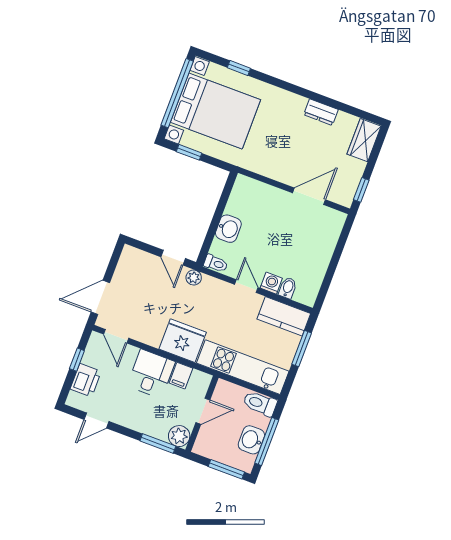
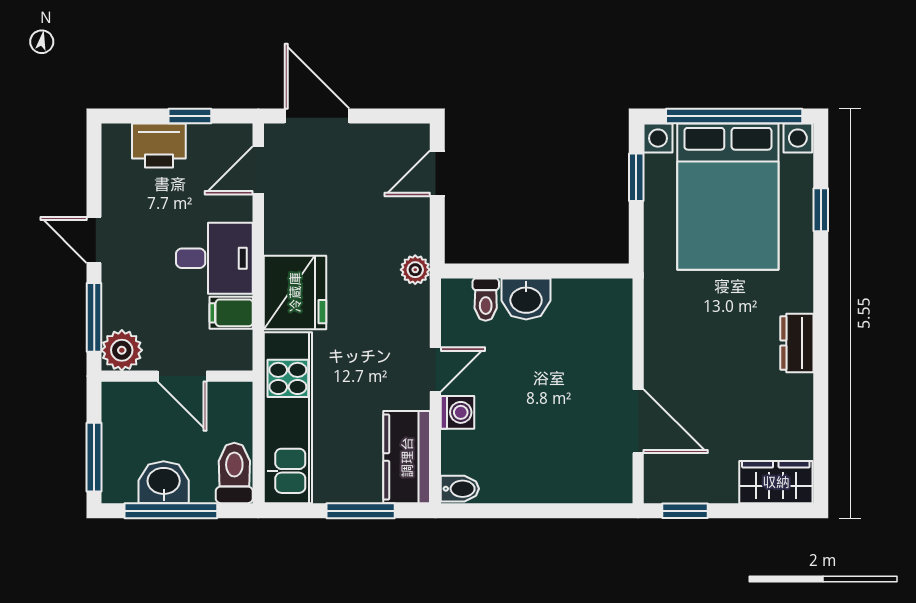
dresser: (321, 112) -> (797, 343), moved
door: (173, 258) -> (437, 173), moved
toilet: (216, 263) -> (486, 300), moved
bidet: (288, 288) -> (460, 489), moved
door: (97, 420) -> (94, 240), moved

